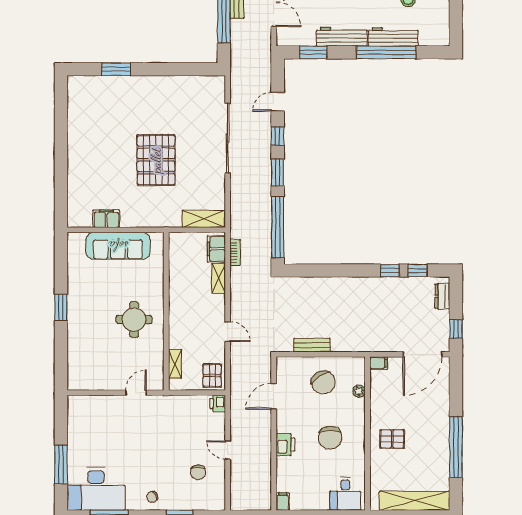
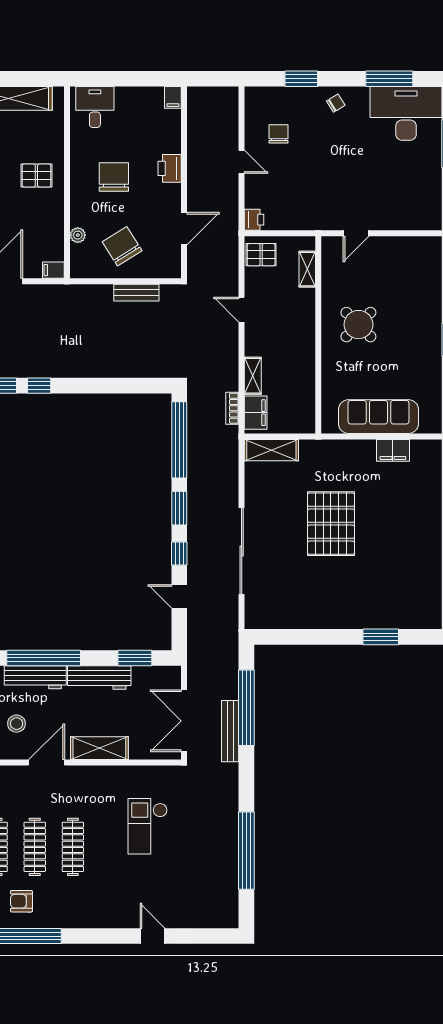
door: (278, 102) -> (179, 596), swing flipped
round table: (134, 320) -> (358, 325), turned 45
pallet: (212, 376) -> (261, 255), turned 90

